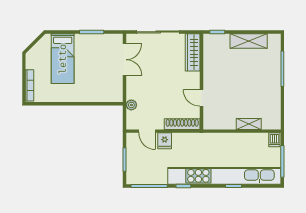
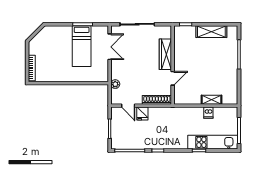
wardrobe: (193, 52) -> (165, 54), moved
bed: (63, 59) -> (82, 46), moved
door: (201, 98) -> (173, 78), swing flipped
dishwasher: (274, 140) -> (208, 113), moved
kitchen unit: (224, 176) -> (213, 142), width x0.54

